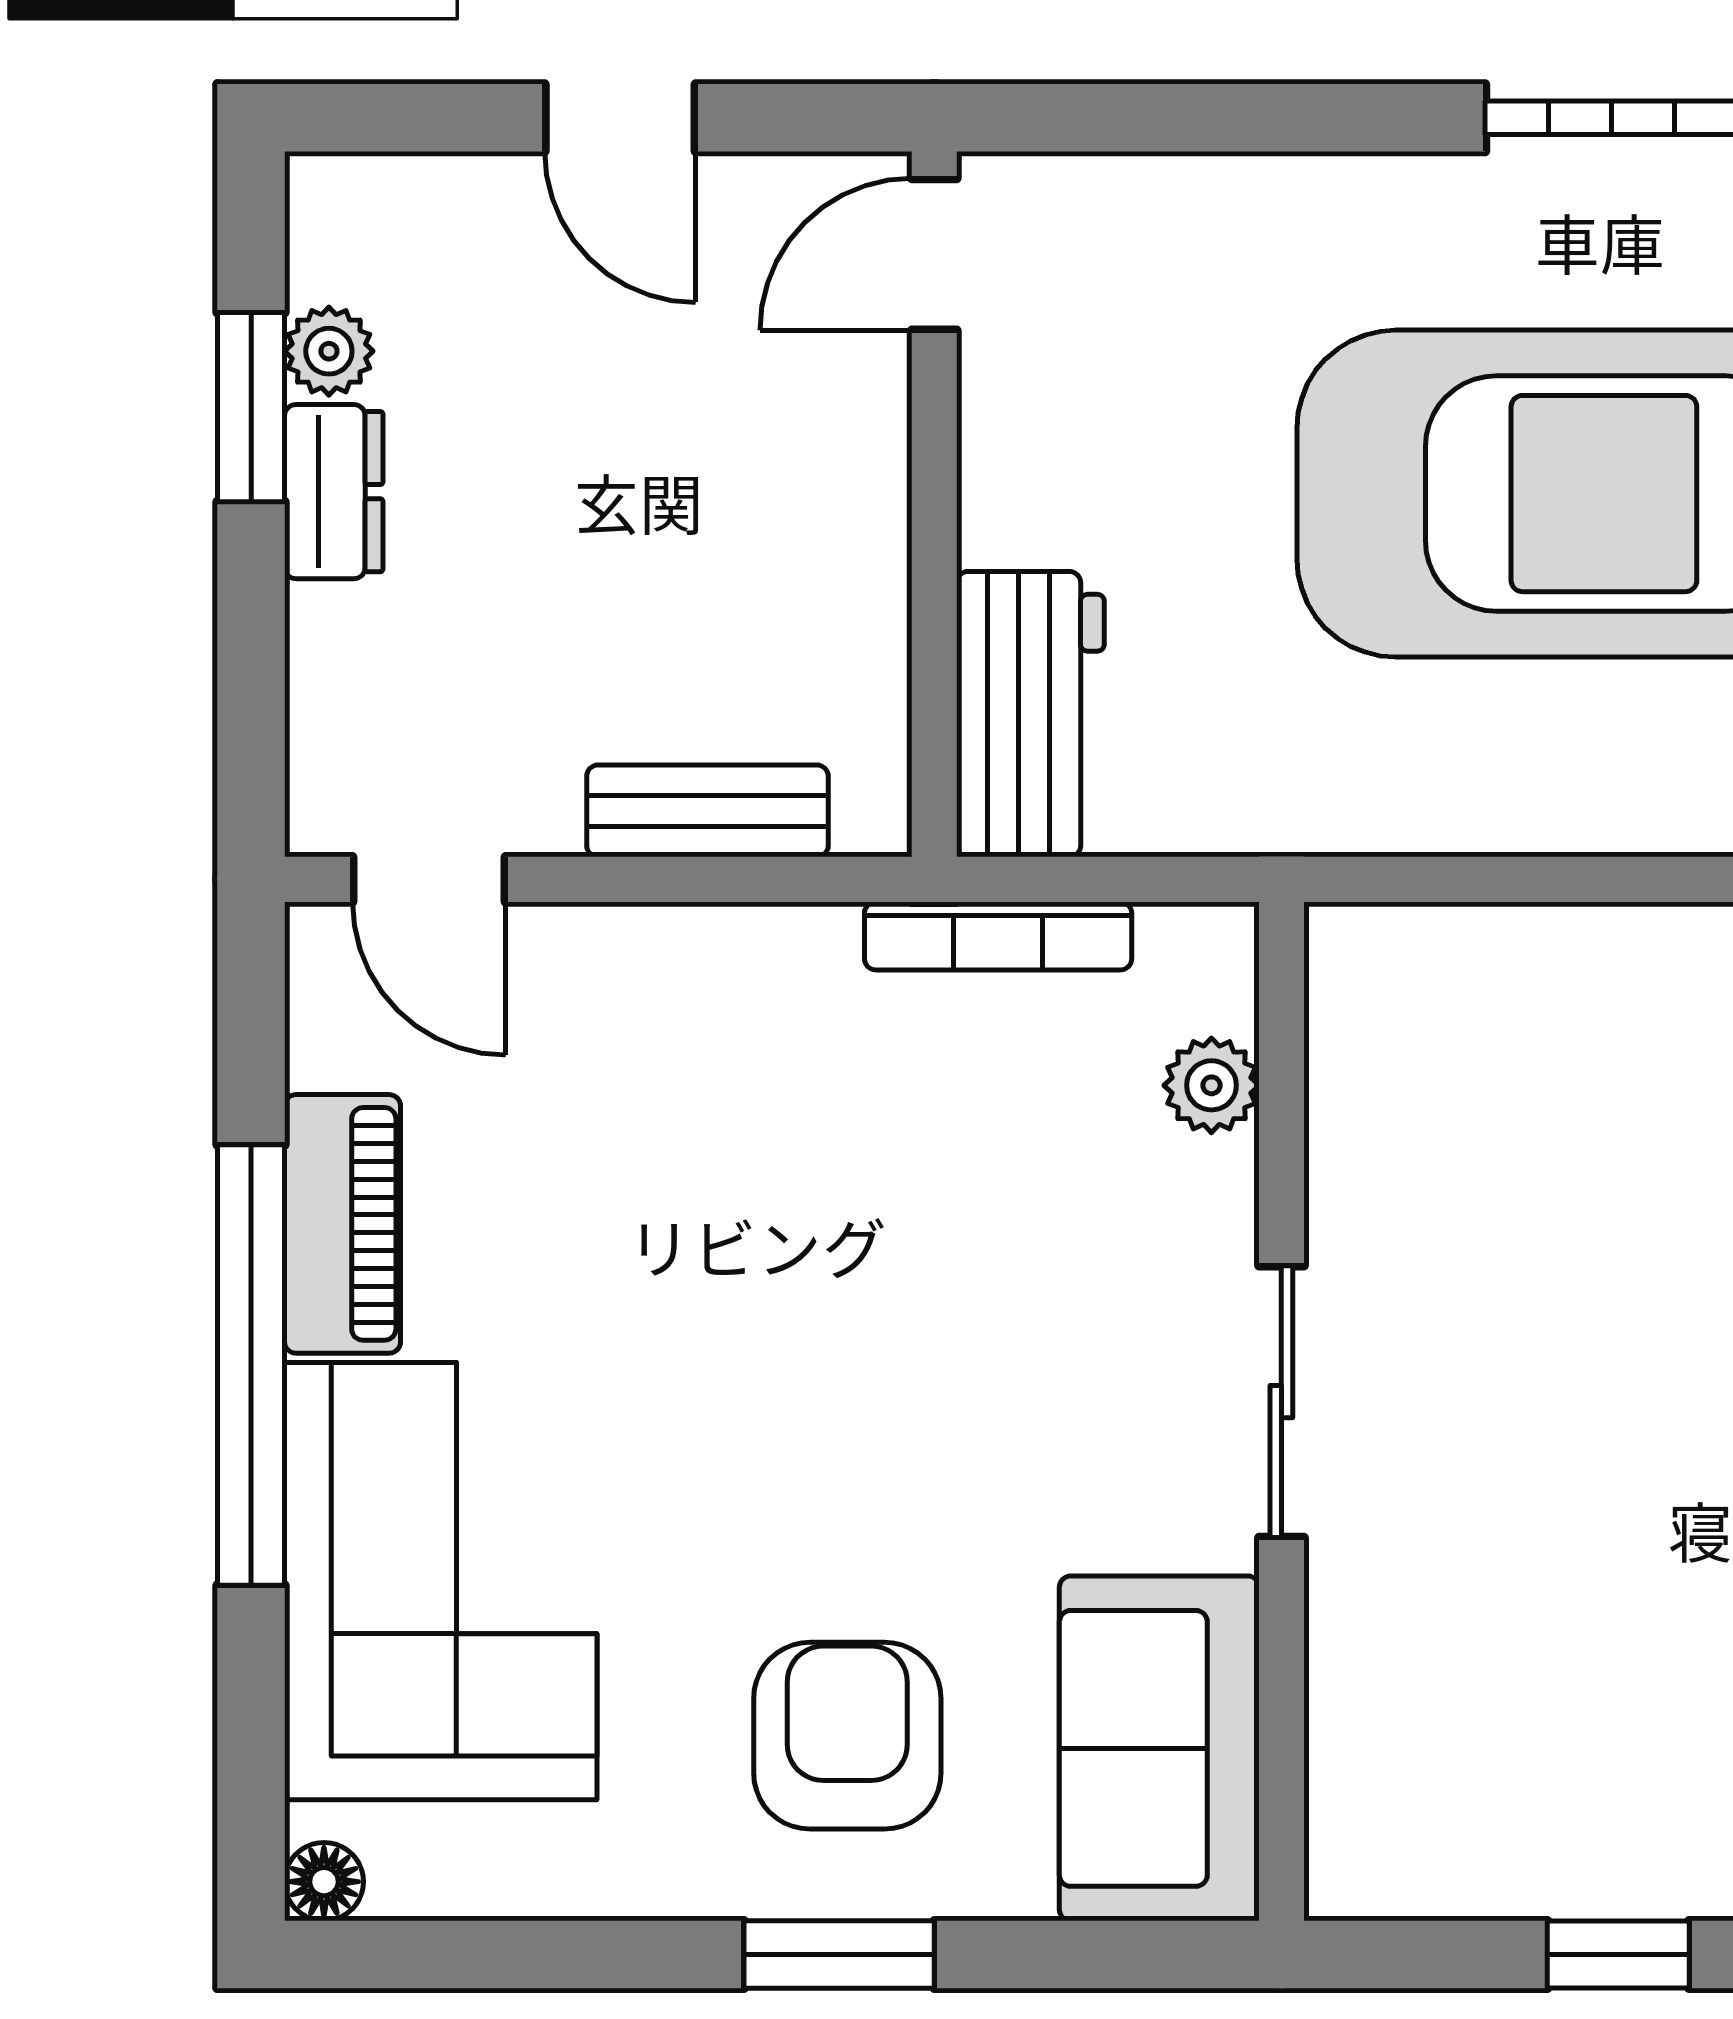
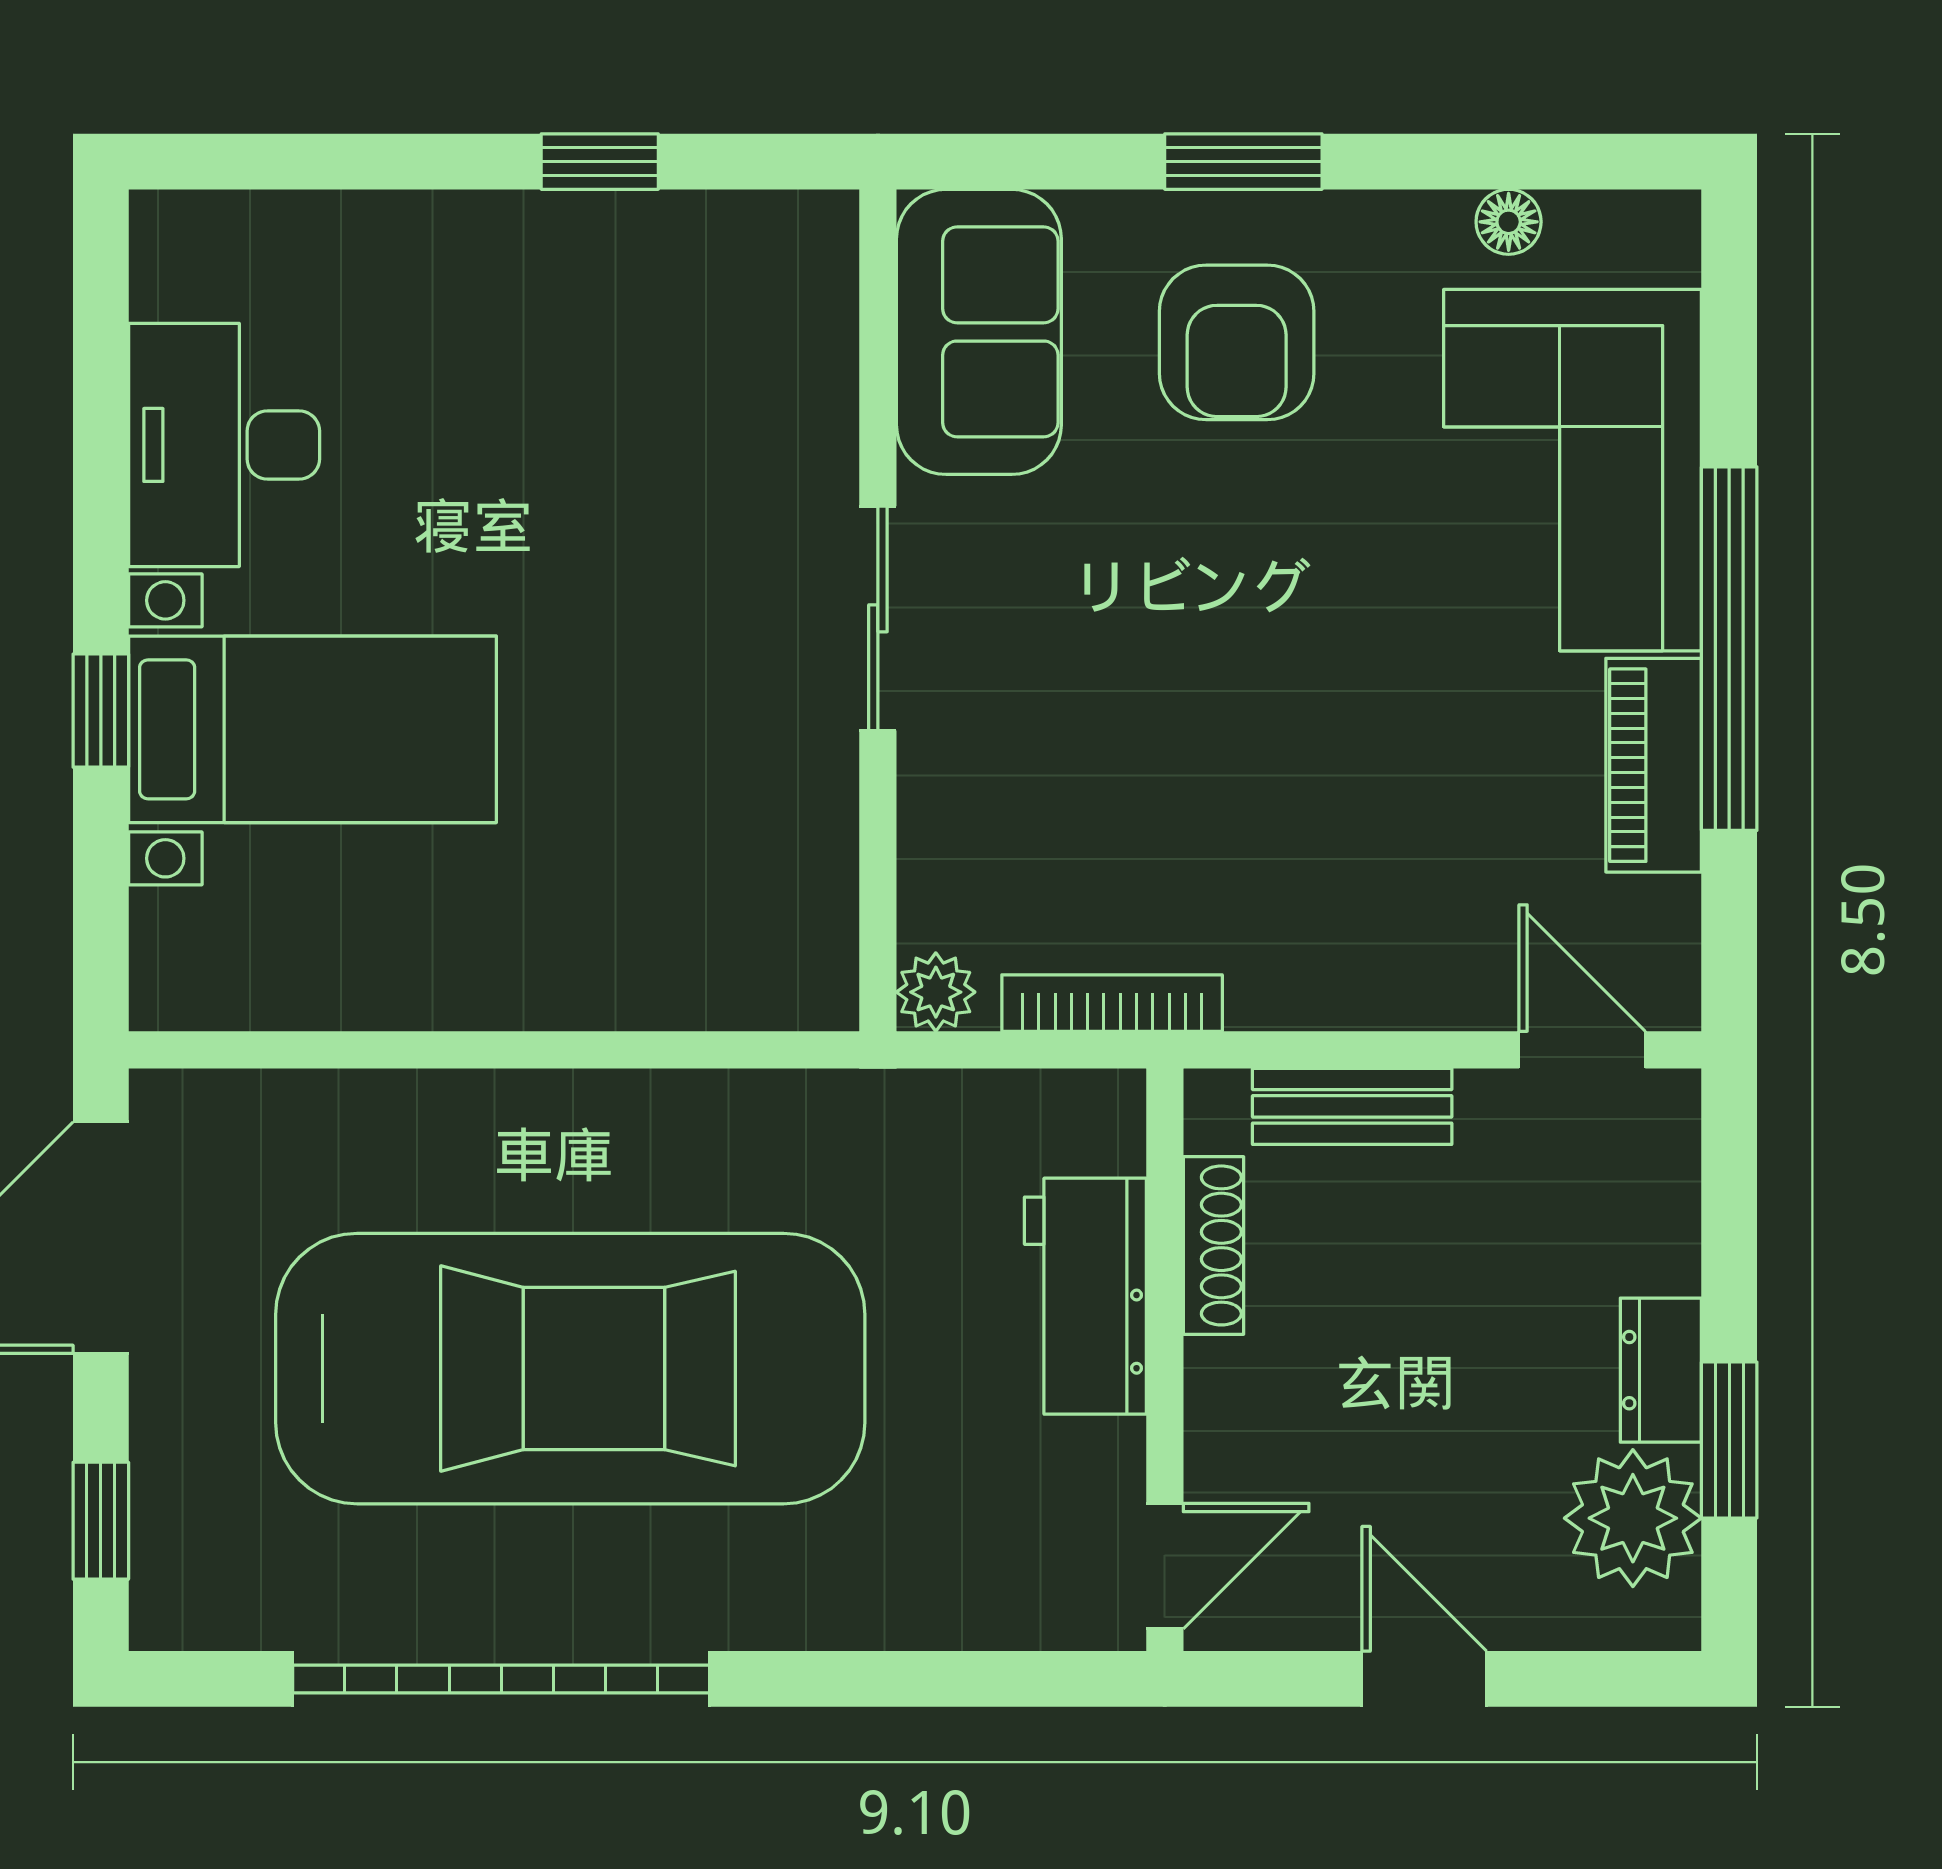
plant: (329, 351) -> (1633, 1518), width x1.88, depth x1.88
shoe rack: (875, 643) -> (1213, 1245), added
workbench: (1030, 714) -> (1085, 1296), moved
plant: (1211, 1085) -> (936, 992), moved
floor lamp: (324, 1882) -> (1509, 222), moved

